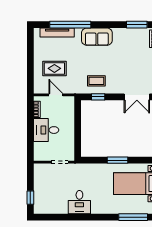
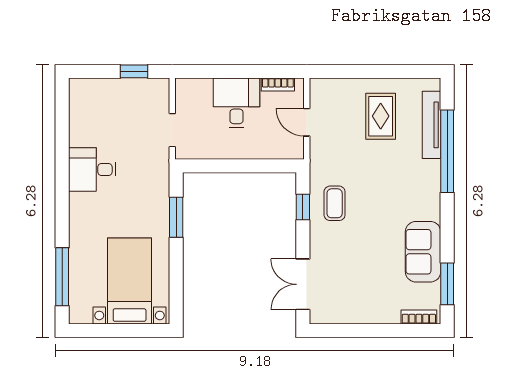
sofa: (97, 37) -> (423, 252), moved
rug: (54, 68) -> (381, 116), moved
door: (56, 95) -> (307, 122), swing flipped
window: (117, 160) -> (176, 217), moved
window: (30, 198) -> (134, 71), moved

